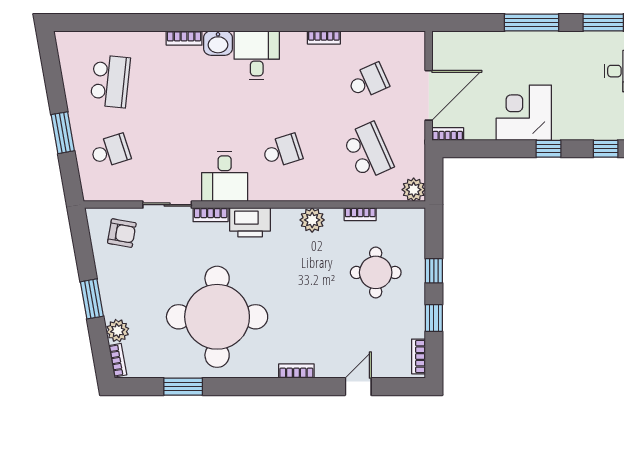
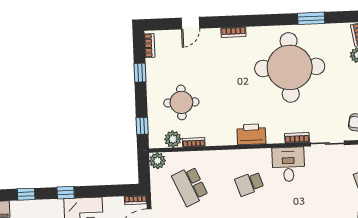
plant: (312, 220) -> (173, 139), moved
printer: (250, 222) -> (251, 134), moved
window: (434, 271) -> (142, 126), moved

